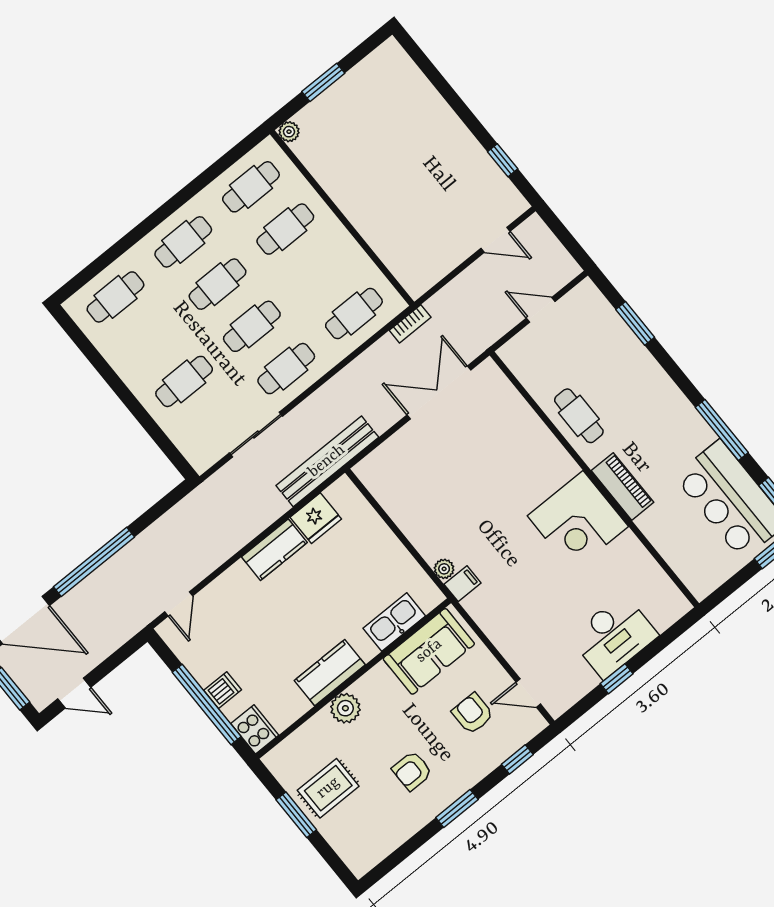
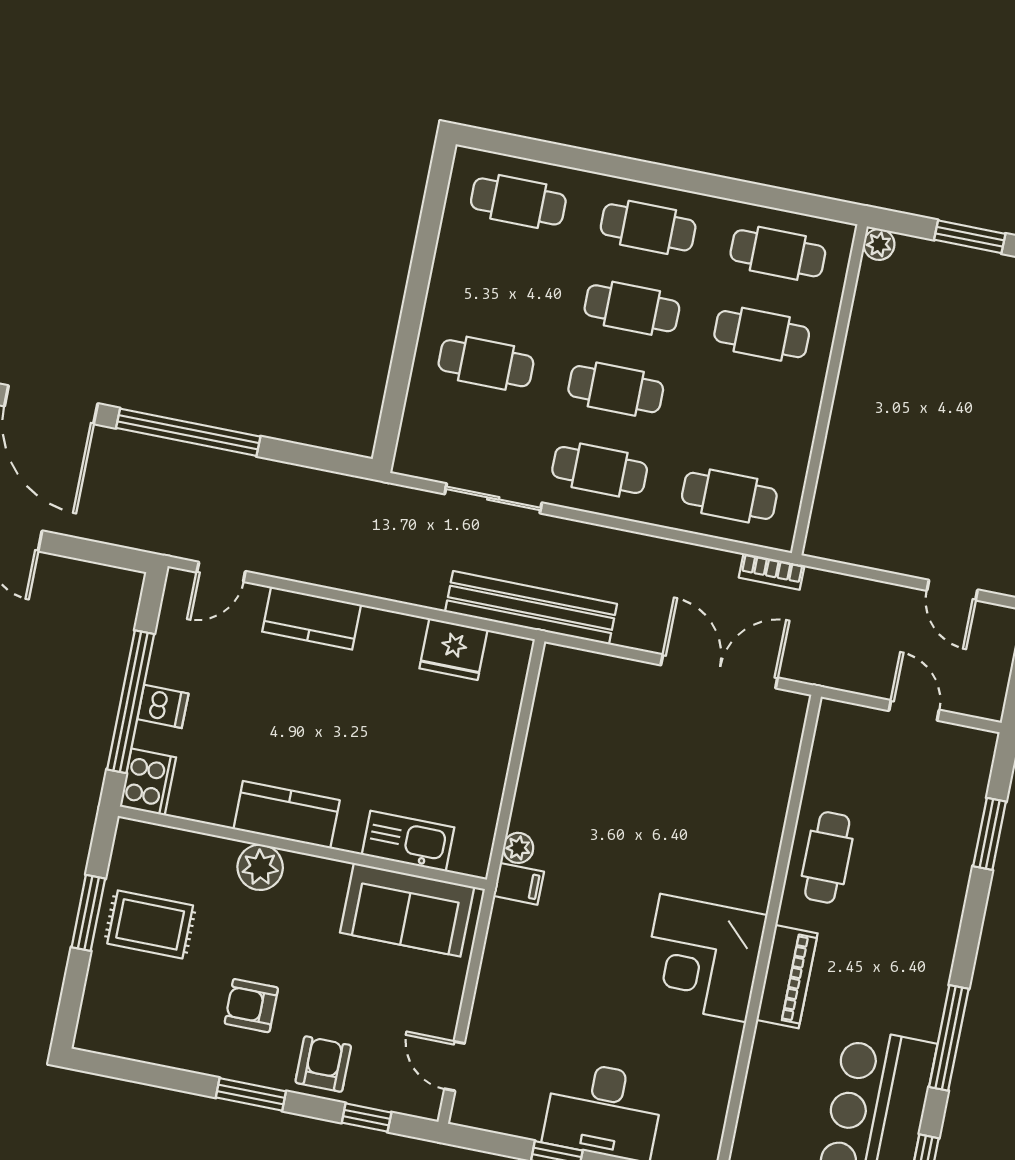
kitchen counter: (274, 550) -> (312, 618), moved
armchair: (473, 714) -> (323, 1064), moved

